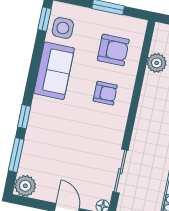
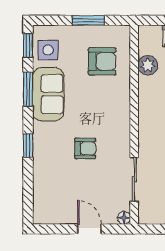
armchair: (105, 93) -> (85, 148), moved
window: (16, 155) -> (28, 89), moved
plant: (25, 186) -> (43, 214), removed

